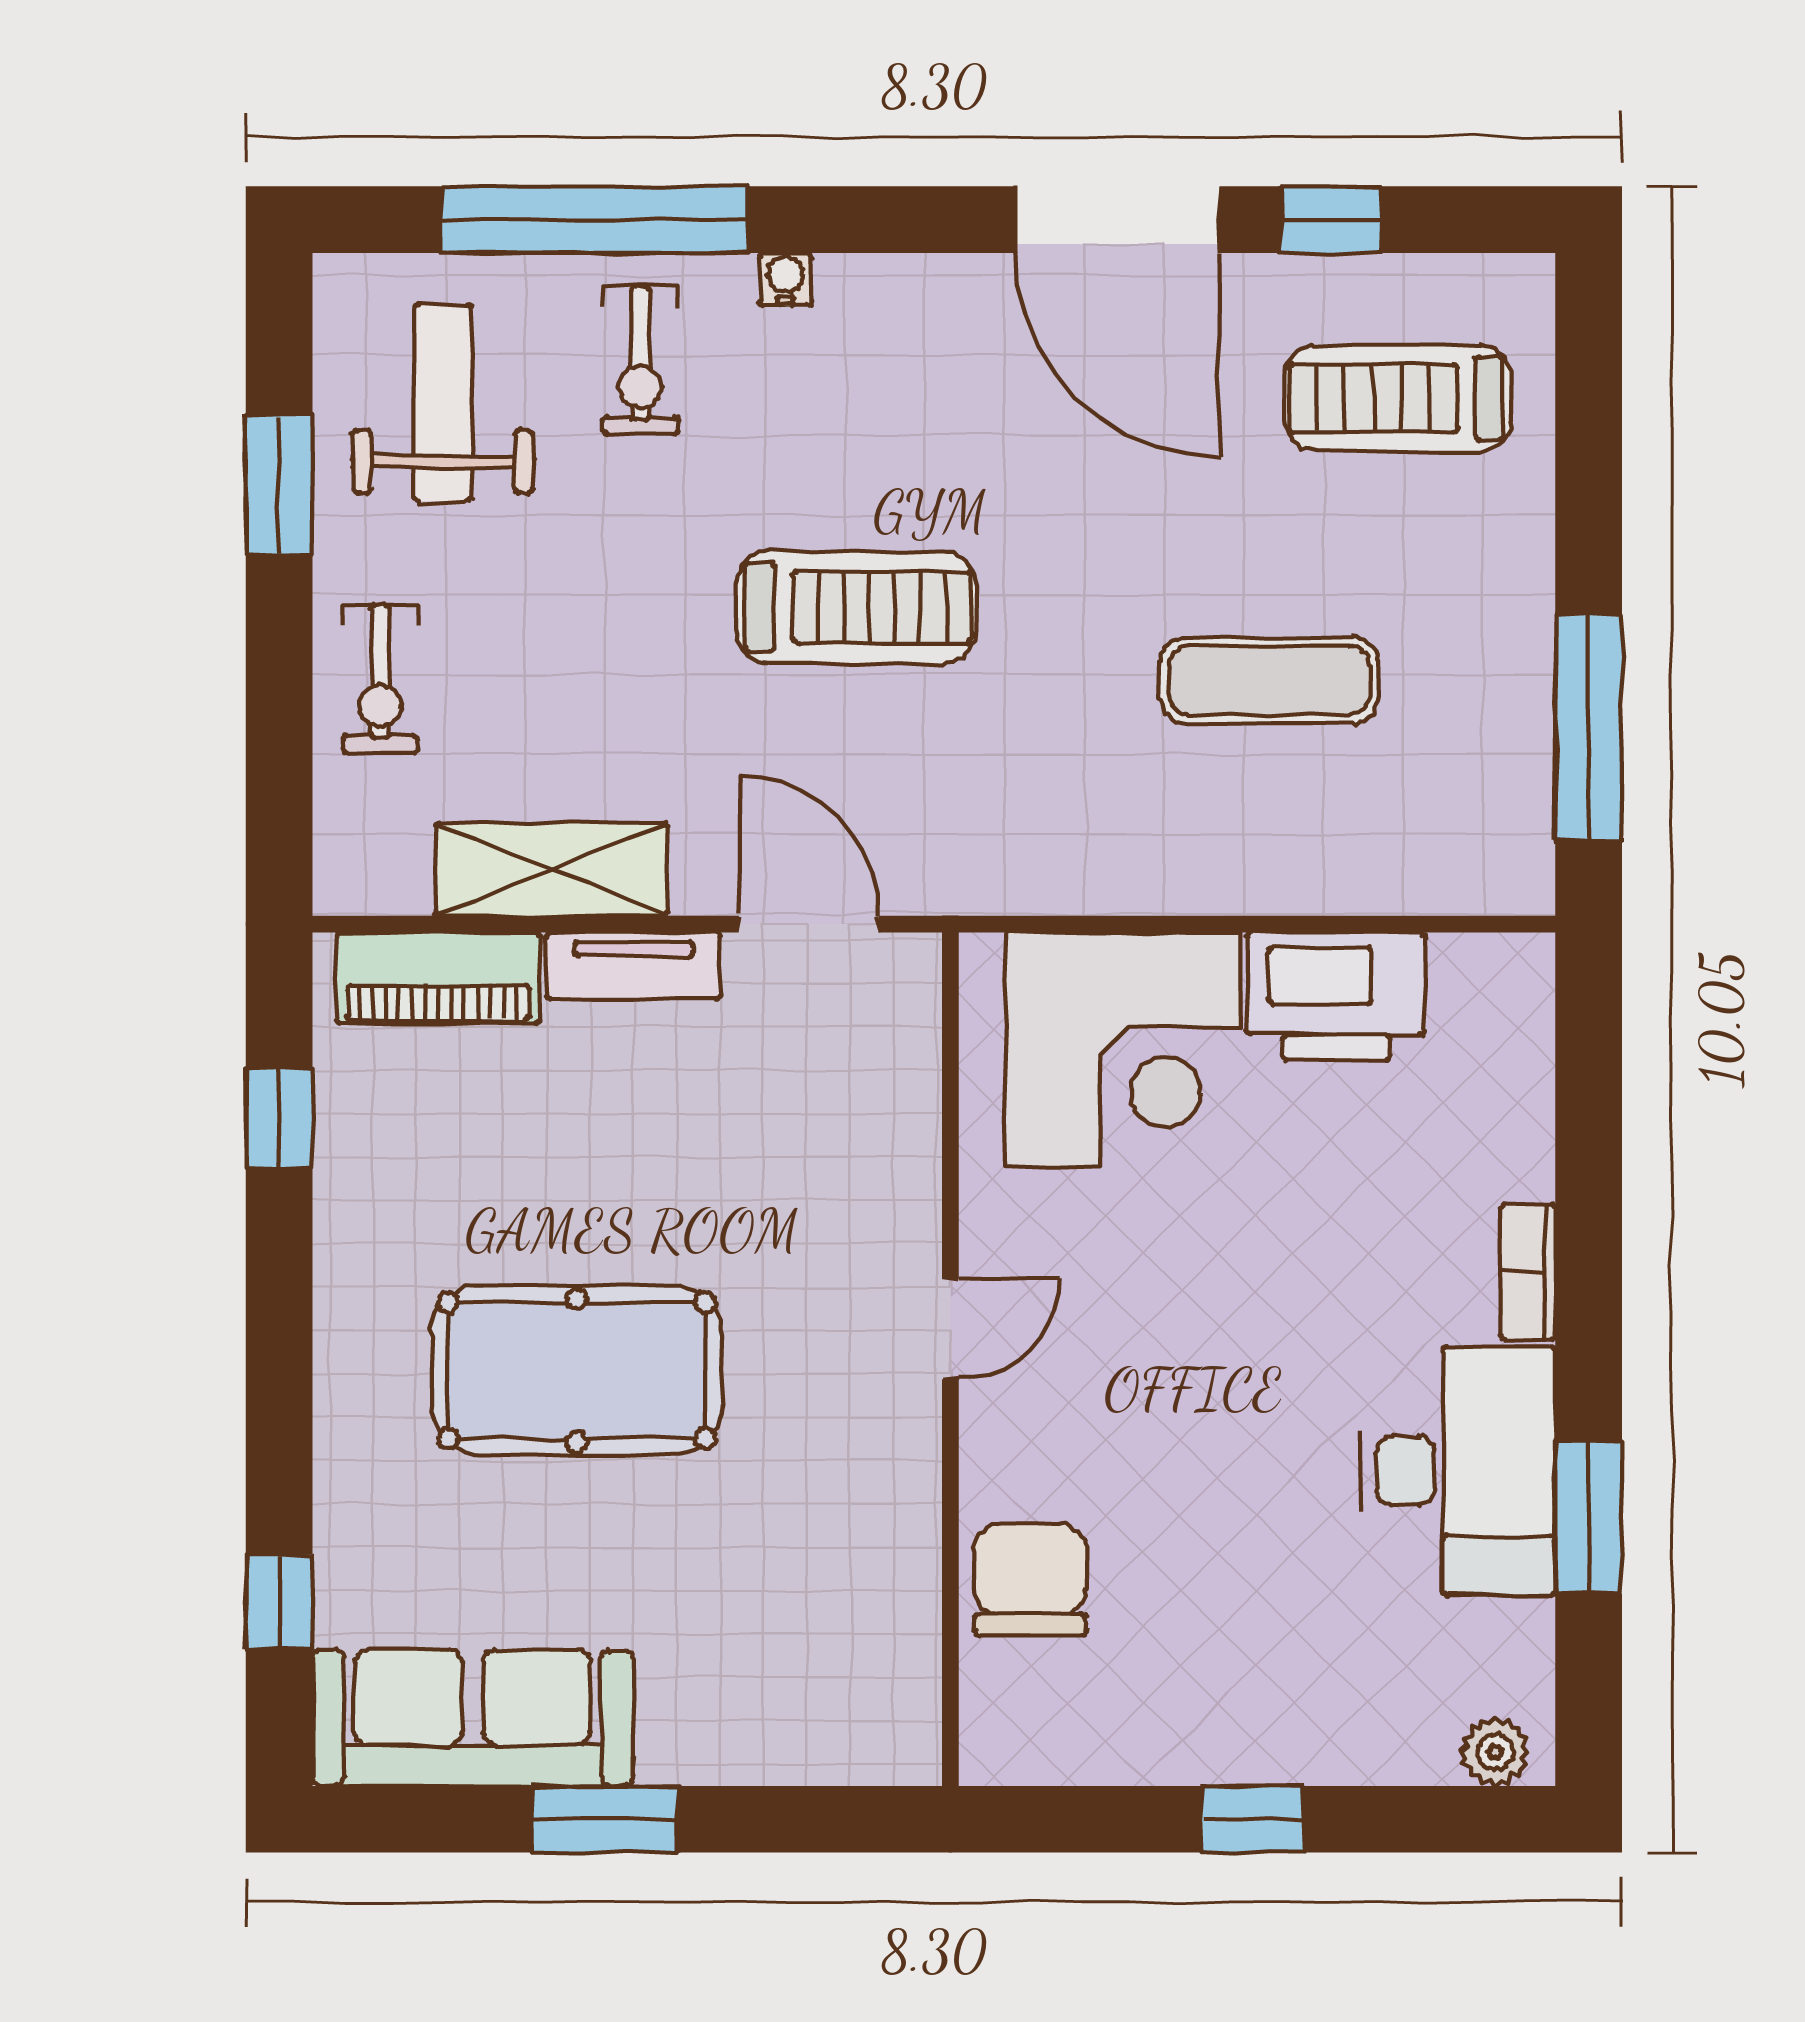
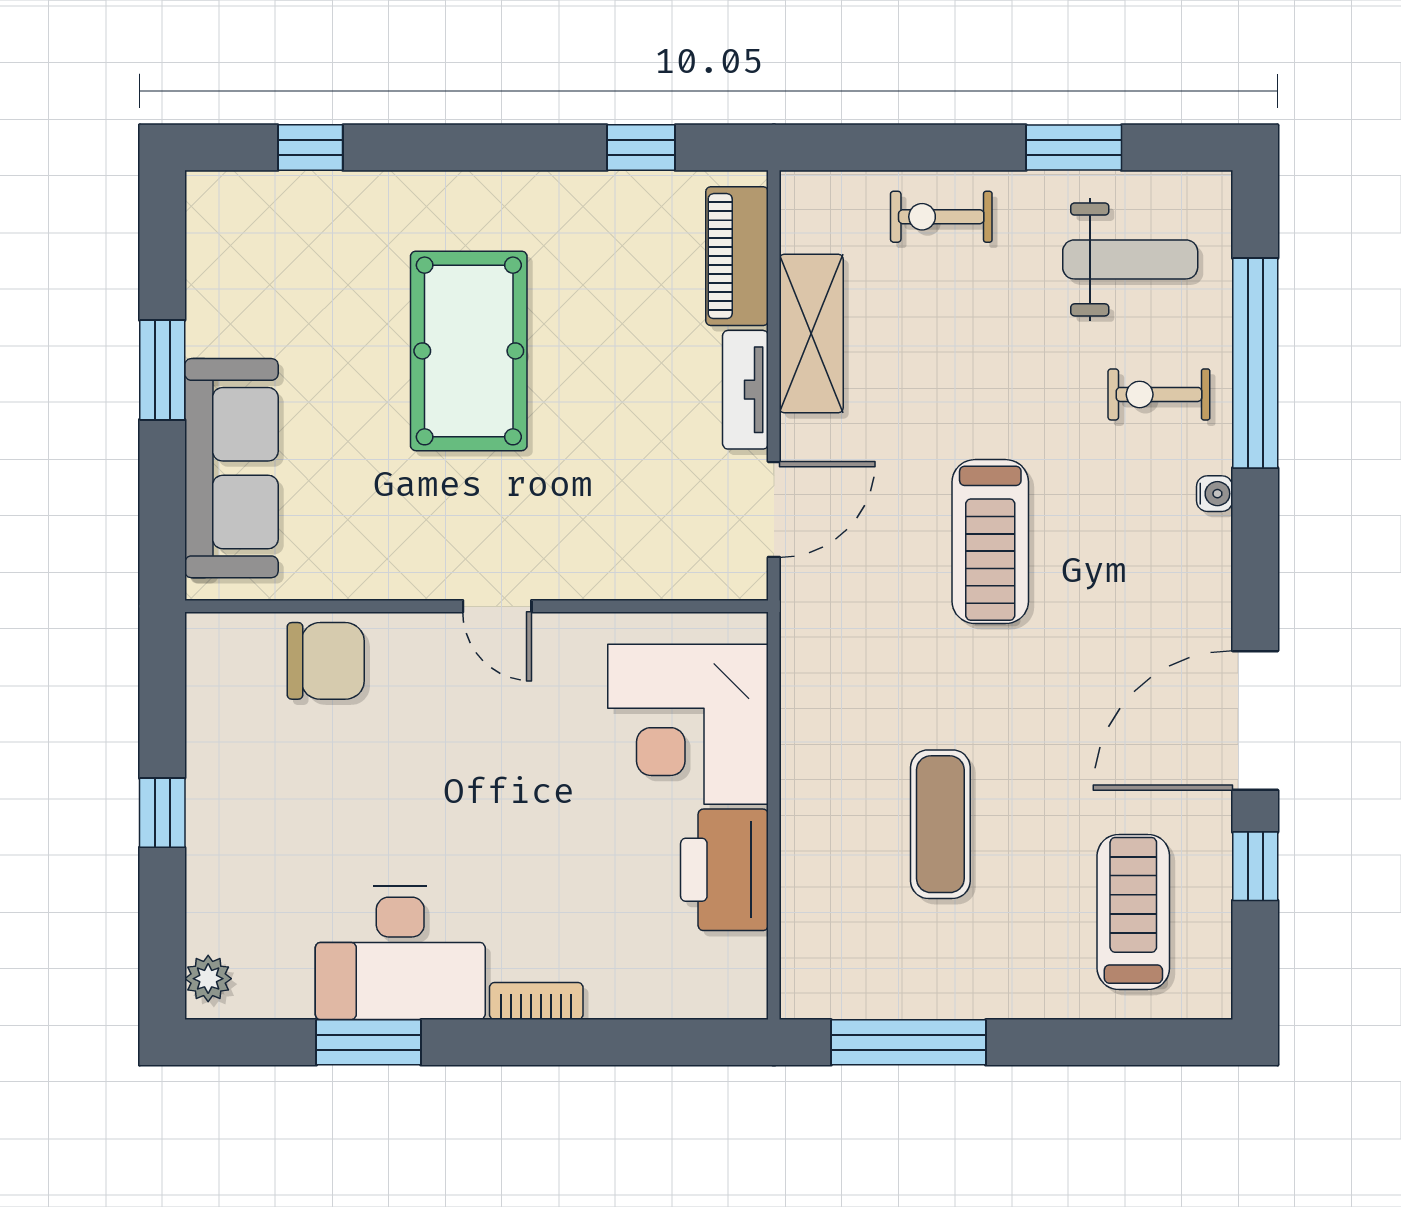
sofa: (473, 1718) -> (231, 468), moved

